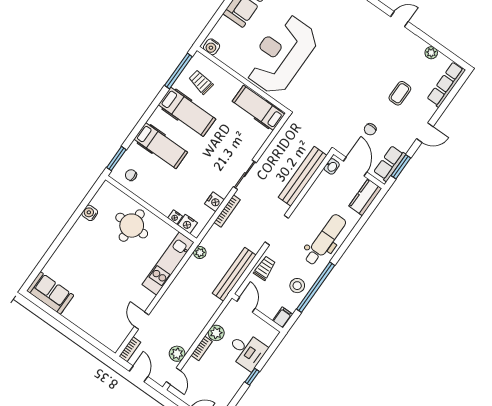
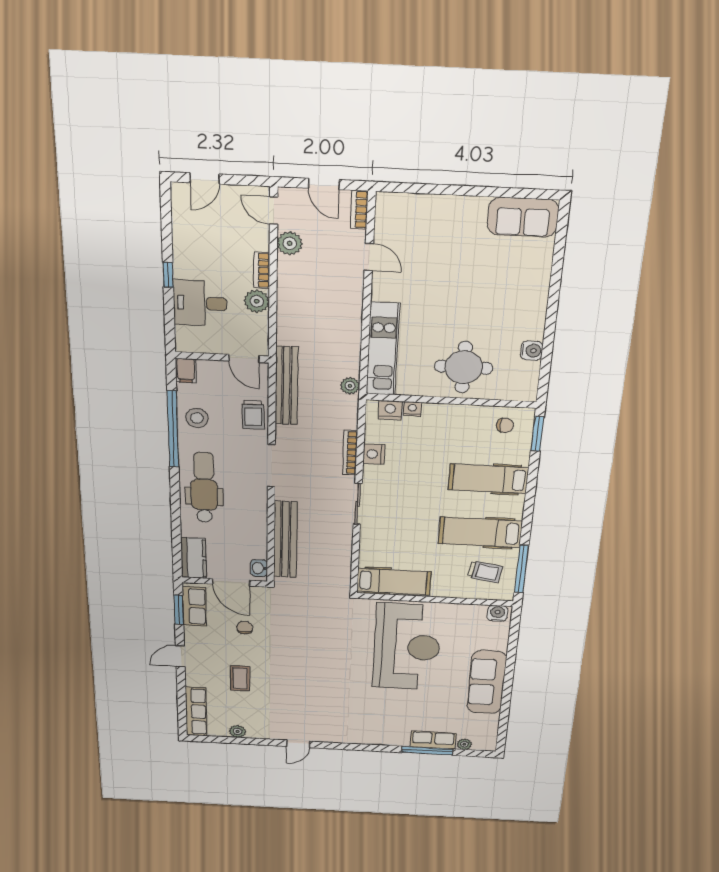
dental chair: (325, 240) -> (204, 488), turned 180

